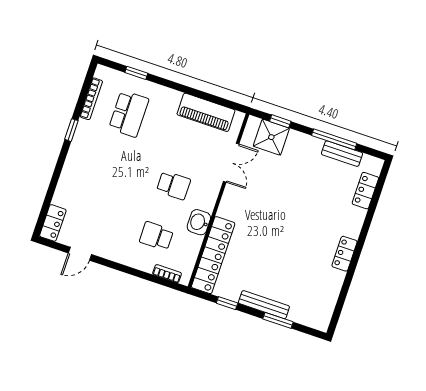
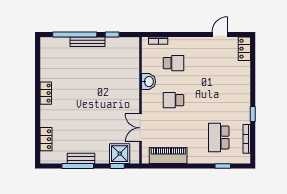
bench: (342, 154) -> (81, 158), moved
locker: (213, 255) -> (132, 63), removed
window: (278, 320) -> (75, 34), width x2.11

